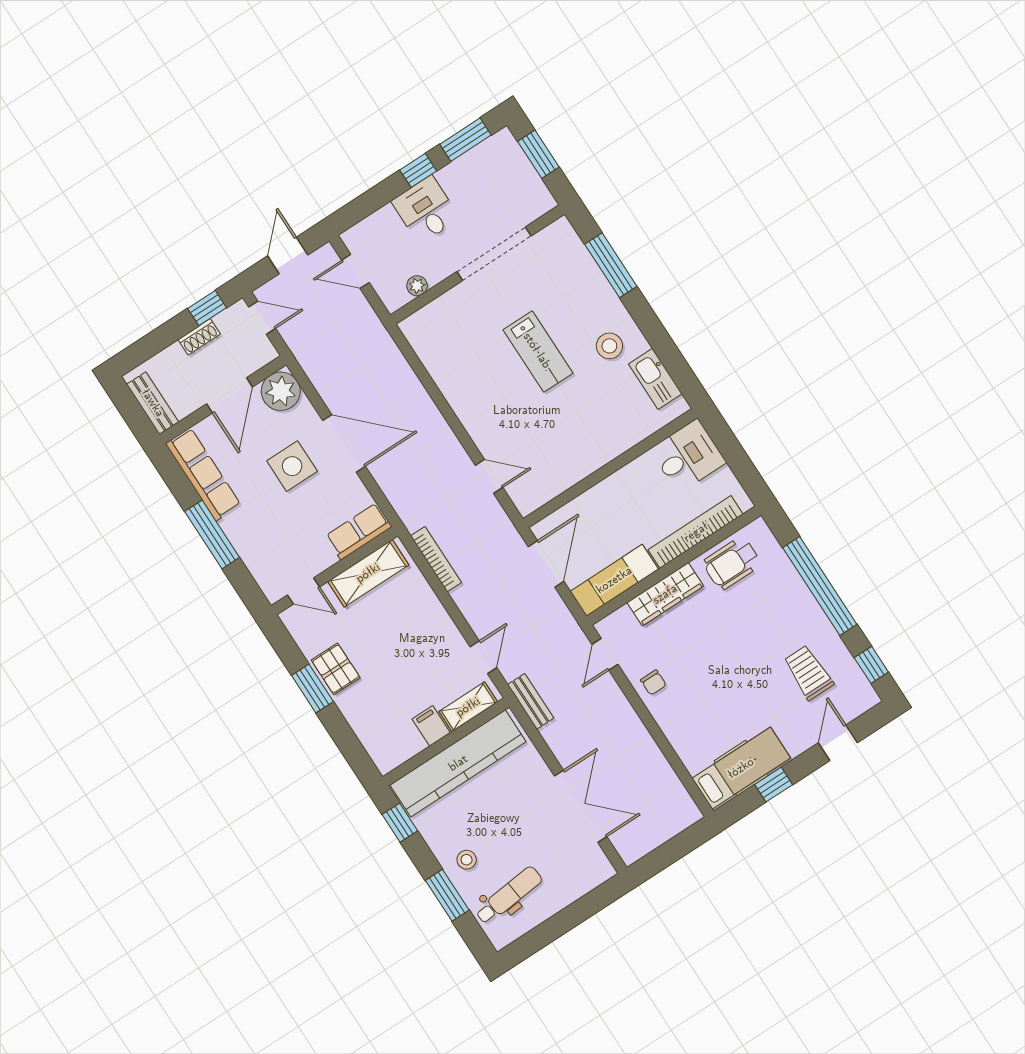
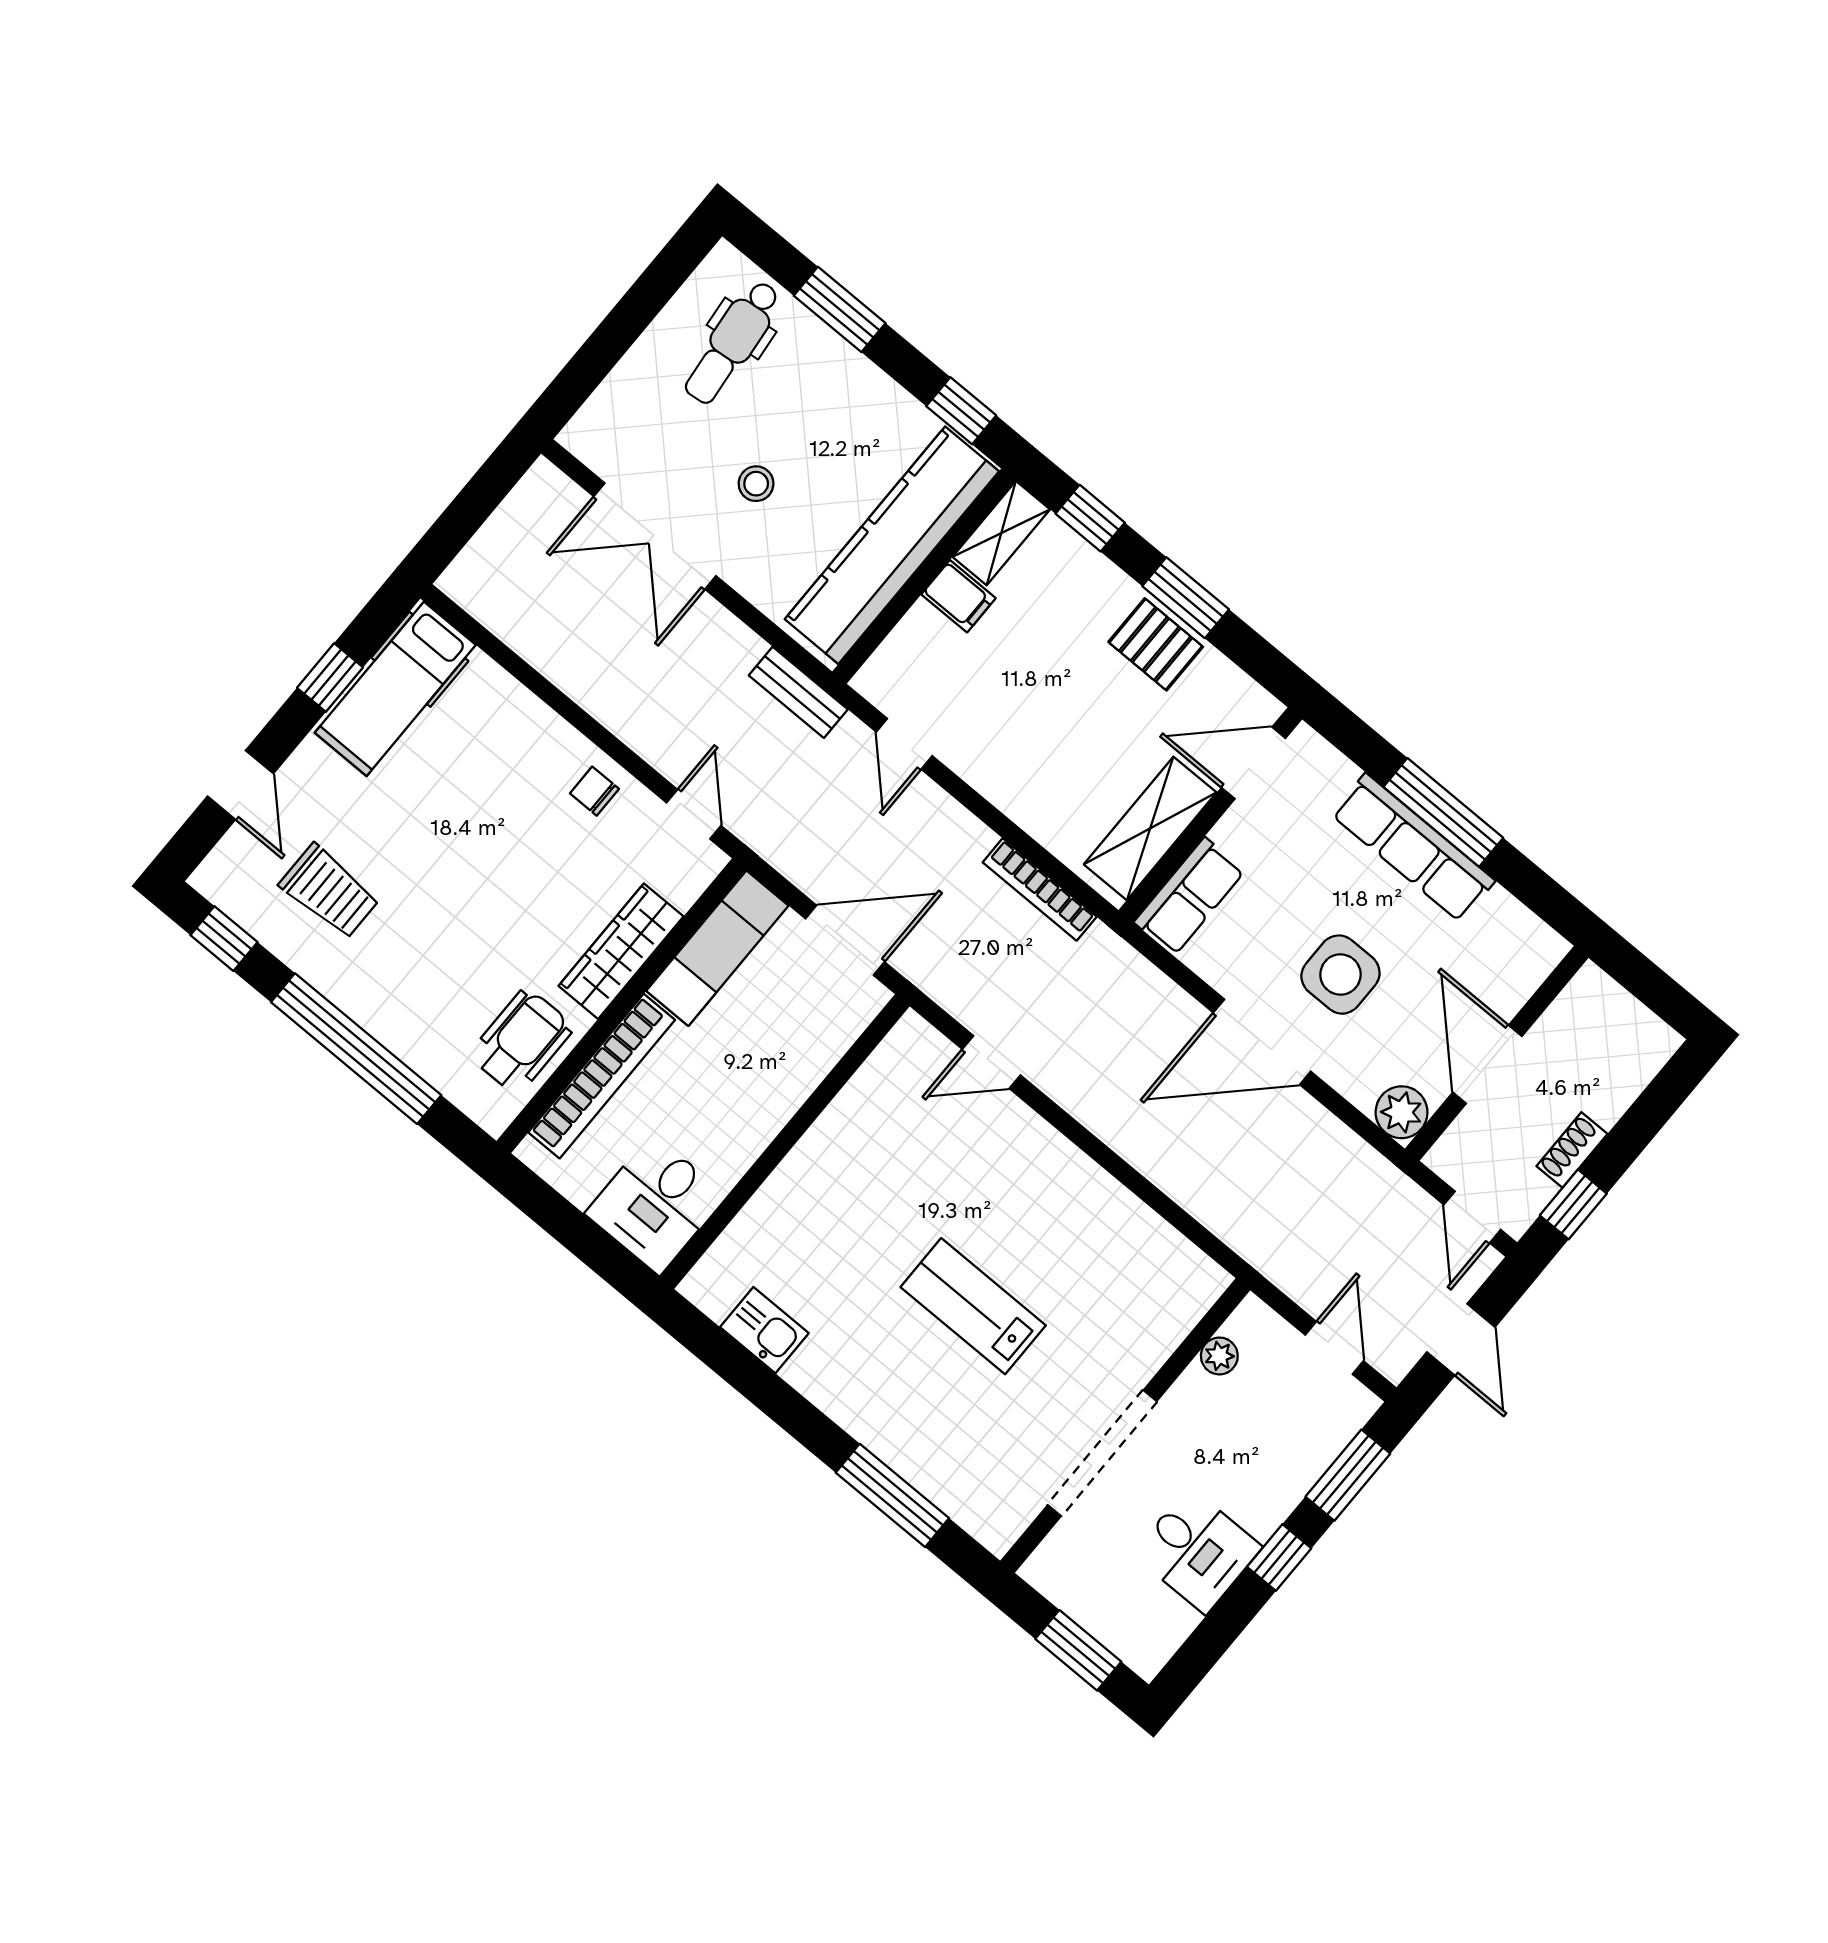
window: (465, 140) -> (1348, 1475), moved
desk: (426, 210) -> (1197, 1550), moved
door: (355, 271) -> (1334, 1348), hinge flipped
door: (262, 318) -> (1472, 1217), hinge flipped
stool: (609, 346) -> (852, 1354), removed
kitchen sink: (655, 379) -> (764, 1330), width x0.73
plant: (281, 391) -> (1402, 1112), width x0.73, depth x0.73
bench: (153, 403) -> (1617, 1009), removed
row of seats: (203, 474) -> (1413, 848), moved
door: (546, 564) -> (845, 940), swing flipped
door: (303, 591) -> (1254, 763), width x1.38
shelving: (468, 707) -> (1001, 533), moved
window: (350, 746) -> (1090, 518), added
stool: (467, 860) -> (756, 484), moved

